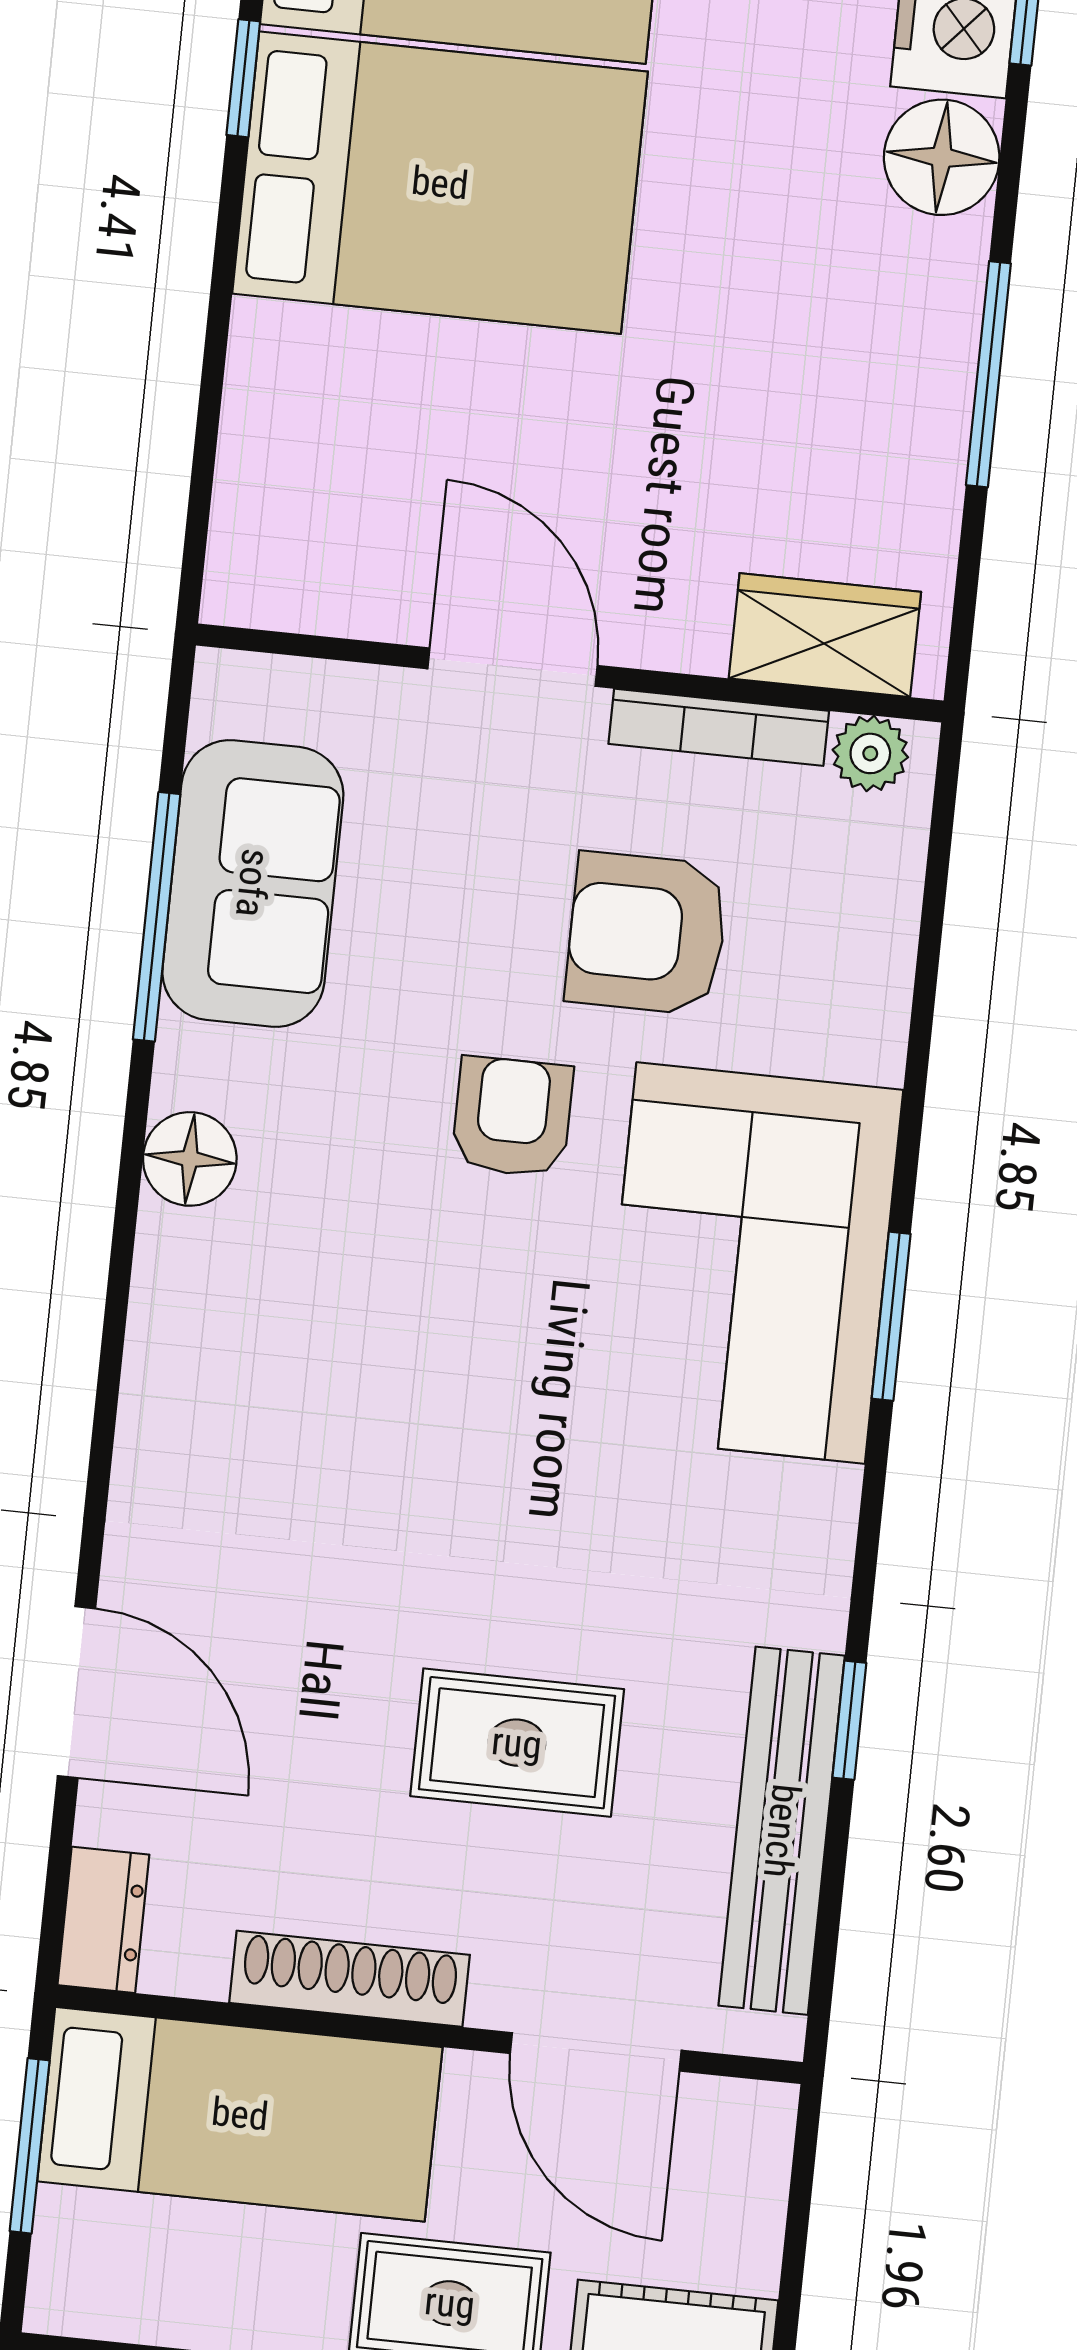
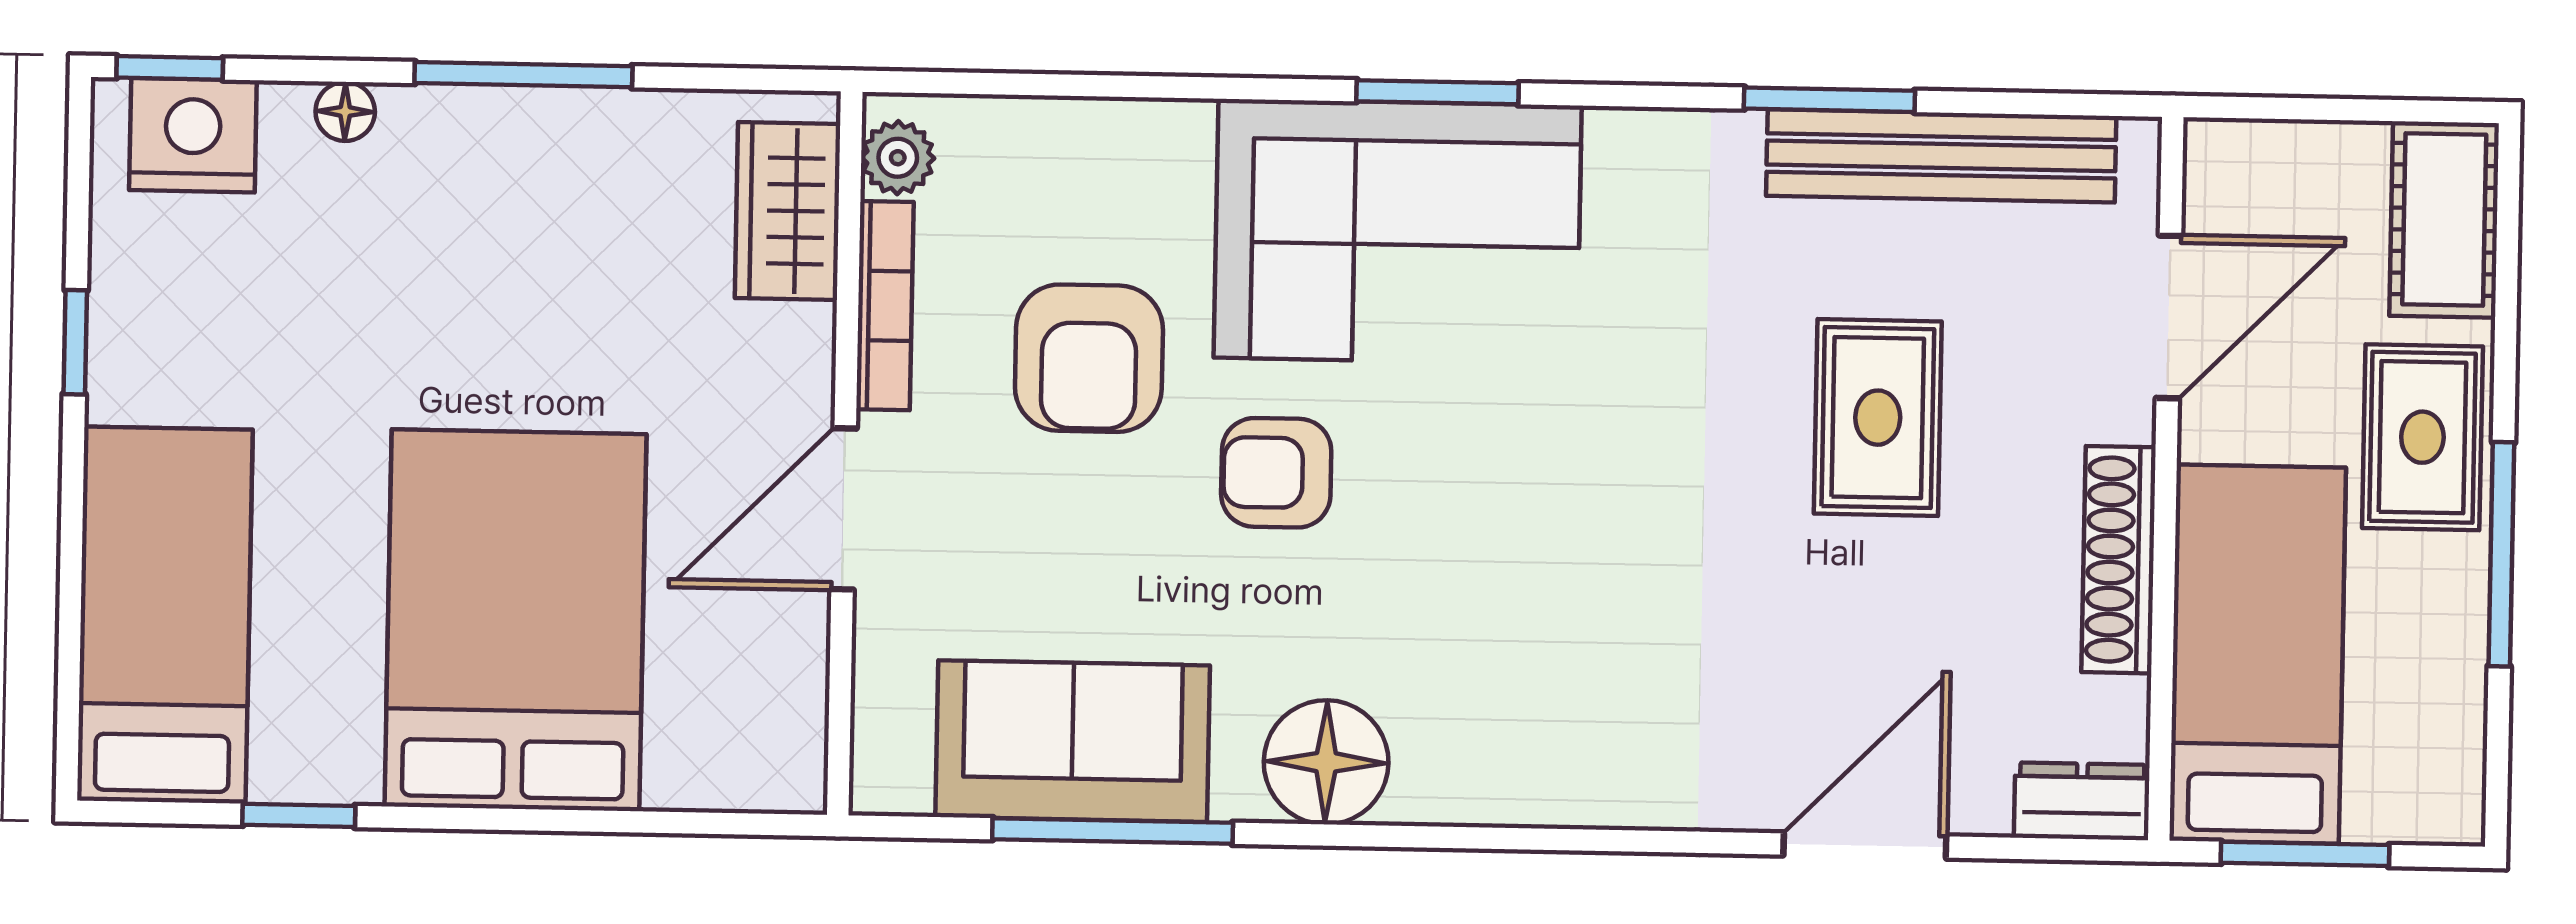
floor lamp: (942, 157) -> (345, 111), width x0.53, depth x0.53
bed: (440, 183) -> (515, 620), moved
floor lamp: (190, 1159) -> (1326, 762), width x1.38, depth x1.38
window: (849, 1720) -> (1829, 100), width x1.50

